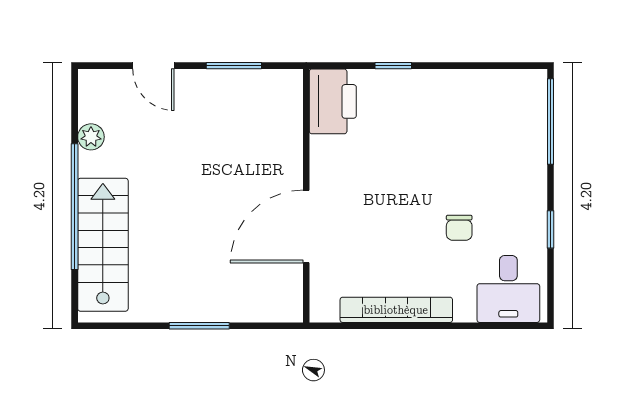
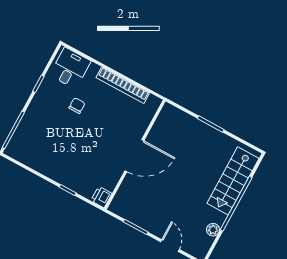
printer: (333, 101) -> (101, 197), width x0.53, depth x0.68
door: (306, 227) -> (134, 156), moved

